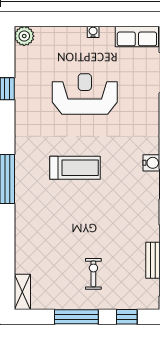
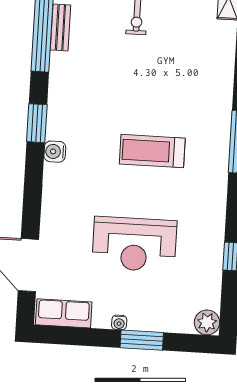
window: (75, 19) -> (142, 340), added

